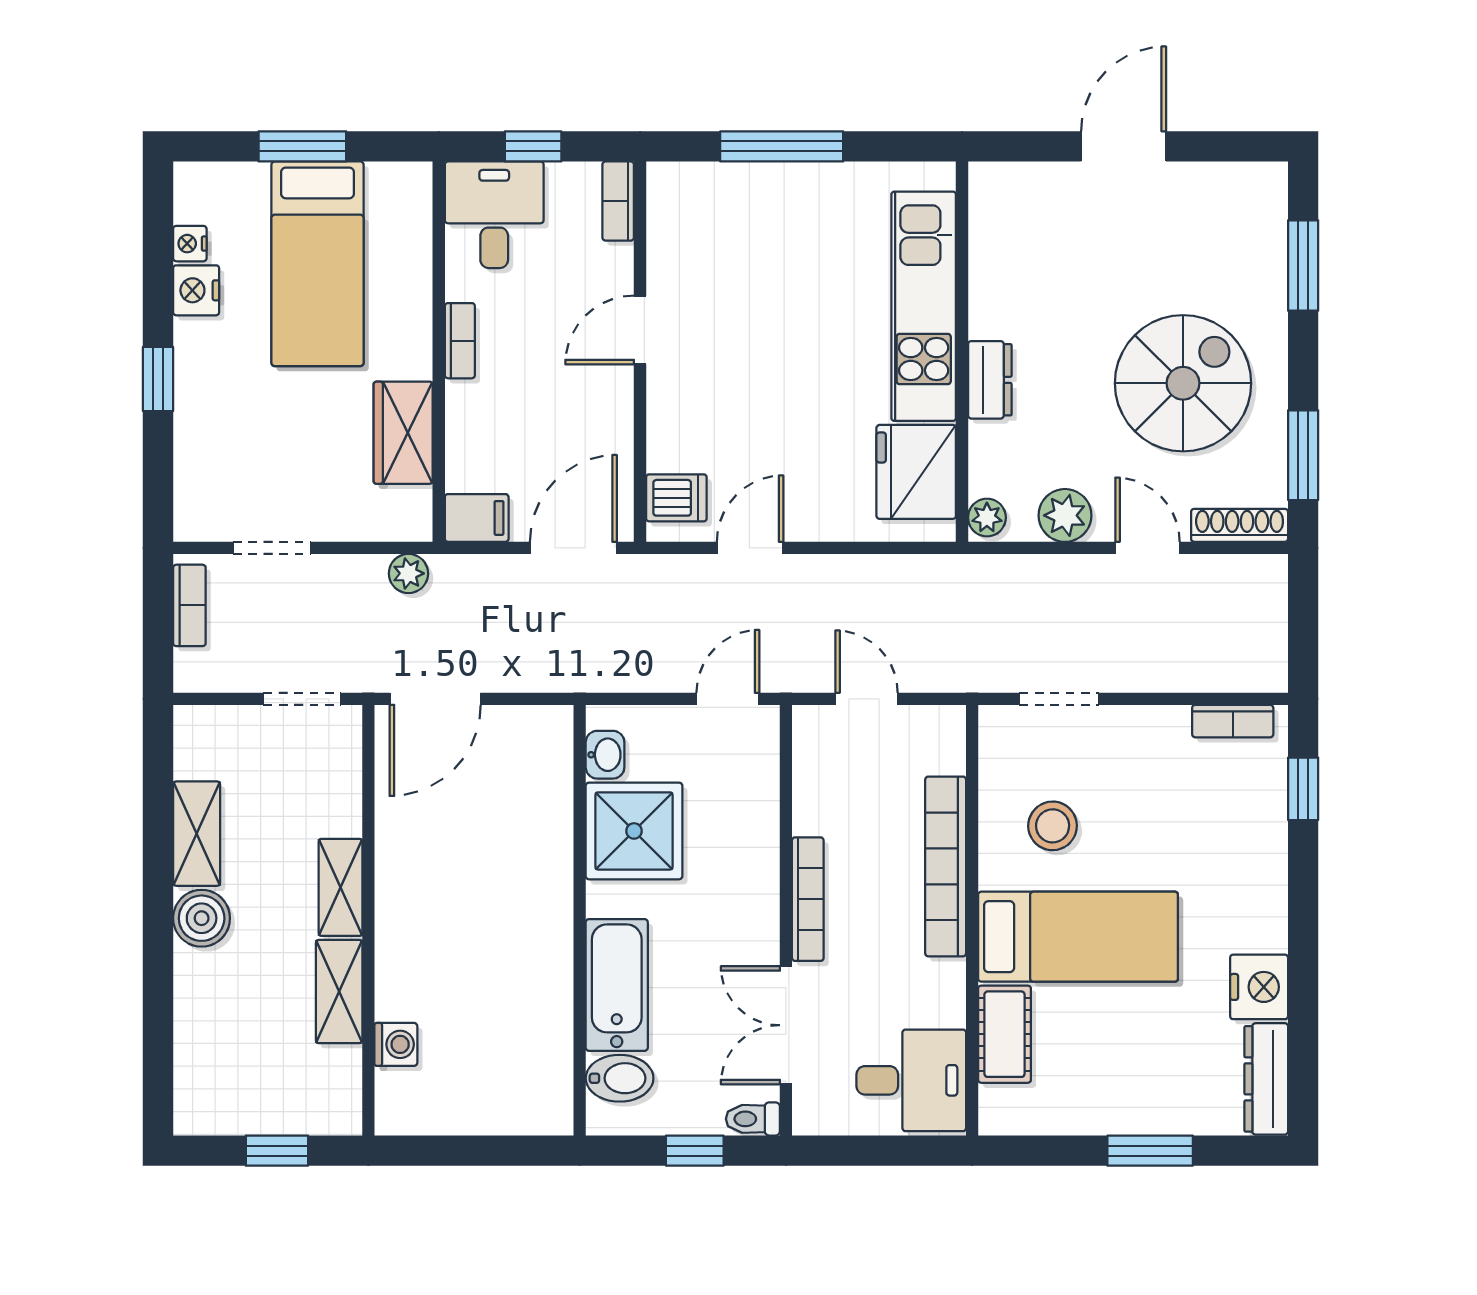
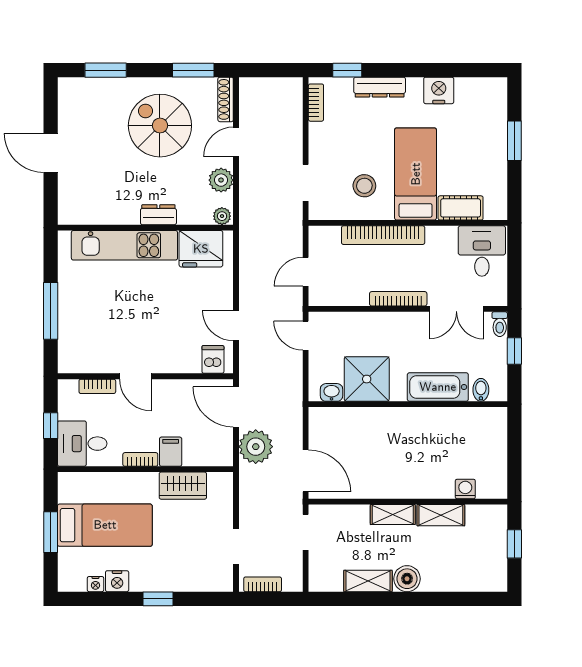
bookcase: (618, 201) -> (97, 386), moved
filing cabinet: (477, 518) -> (171, 452), moved
plant: (408, 573) -> (256, 447), moved, width x1.88, depth x1.88
bidet: (620, 1078) -> (481, 390), width x0.72, depth x0.74
dresser: (1266, 1079) -> (380, 87), moved

